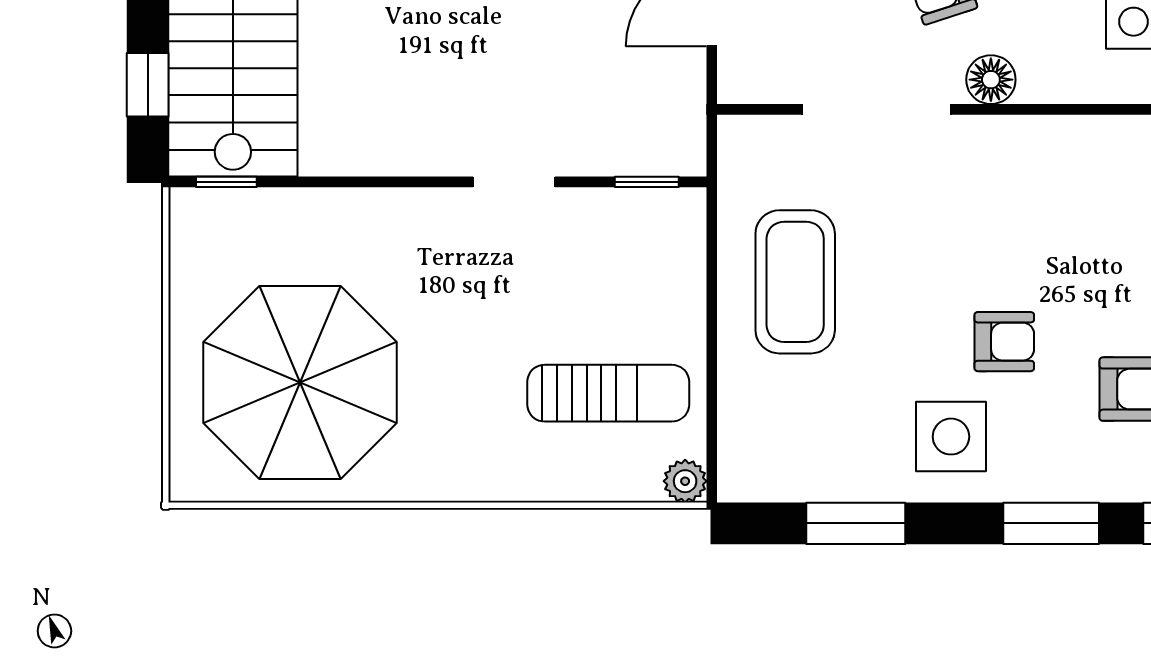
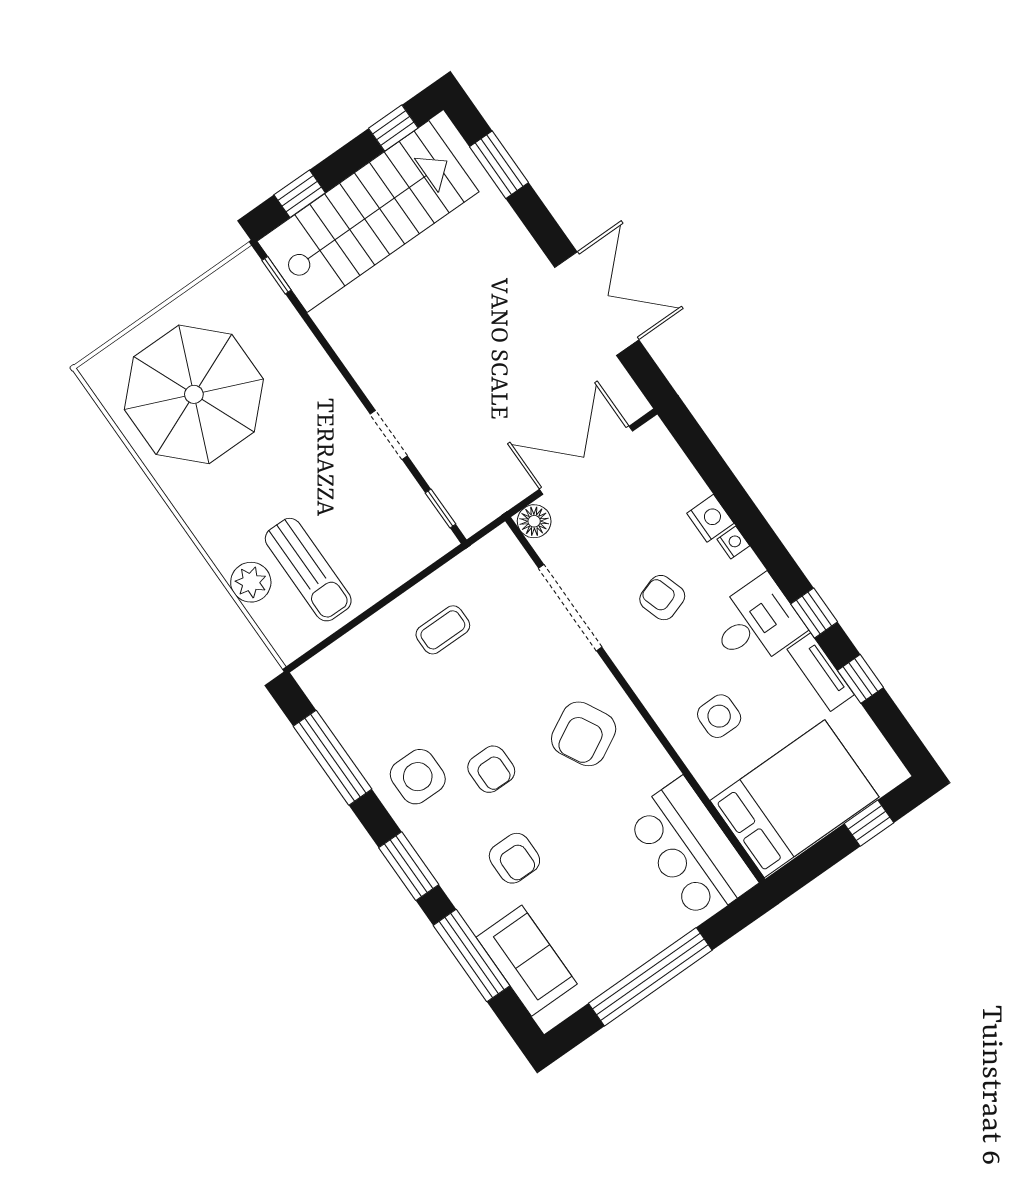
floor lamp: (991, 80) -> (534, 521), moved
armchair: (1040, 200) -> (584, 734), added
coffee table: (795, 282) -> (443, 630), width x0.54, depth x0.58
plant: (685, 481) -> (251, 582), moved, width x1.38, depth x1.38
window: (856, 523) -> (332, 758), width x1.44

